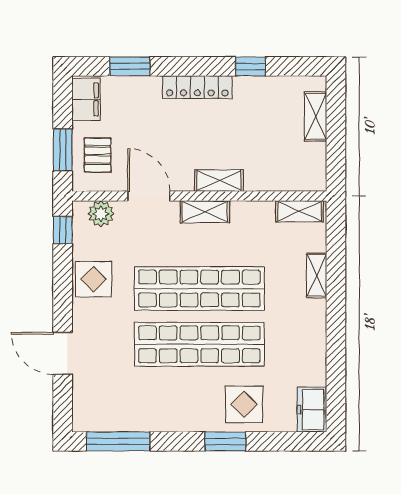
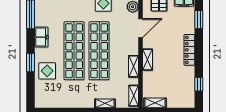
window: (251, 66) -> (199, 84), moved
shelving: (316, 116) -> (155, 103), moved
shelving: (205, 212) -> (134, 66), moved
freezer: (312, 410) -> (41, 37), moved, turned 90

